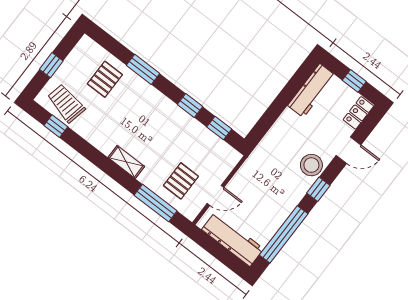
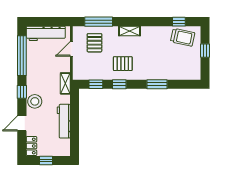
pallet: (105, 79) -> (123, 64), moved, turned 90
workbench: (312, 91) -> (64, 121), moved
shelving: (256, 158) -> (65, 83), added

